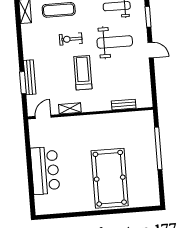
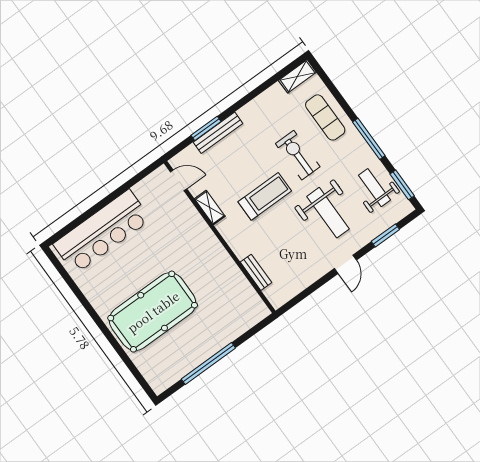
exercise bike: (71, 39) -> (298, 155), width x1.38, depth x1.39
window: (158, 148) -> (208, 364), moved
bar counter: (45, 171) -> (102, 232), width x1.36

